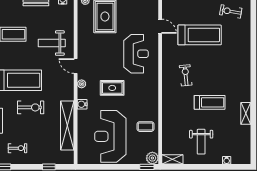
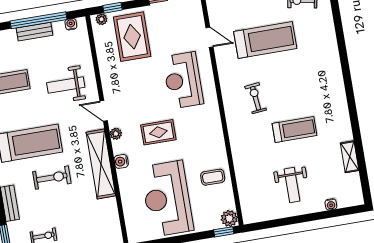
reception desk: (136, 54) -> (183, 80), turned 180
shelving: (246, 113) -> (350, 157), moved
shelving: (67, 125) -> (101, 164), moved
shelving: (172, 159) -> (257, 216), removed

